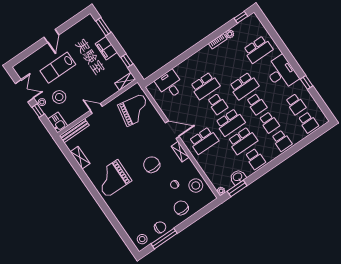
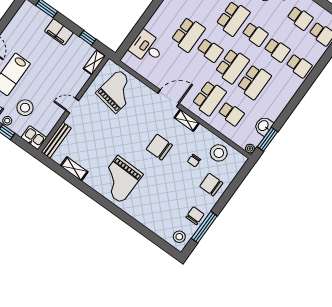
school desk: (255, 159) -> (231, 114), moved

